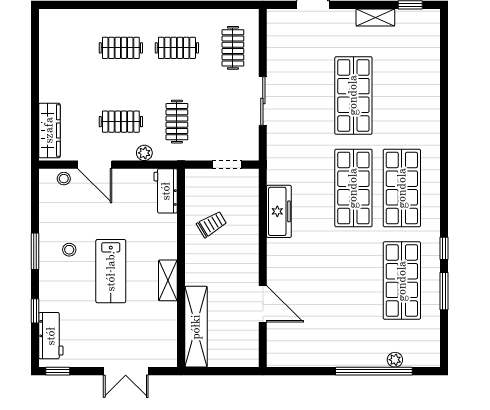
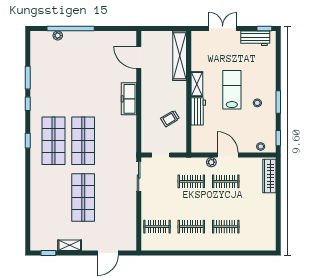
clothes rail: (233, 48) -> (157, 227), turned 90
sliding door: (263, 101) -> (139, 177), moved
clothes rail: (177, 122) -> (191, 181), turned 90
door: (95, 165) -> (228, 155), moved
window: (444, 188) -> (28, 141), added
workbench: (166, 191) -> (198, 111), moved
freezer: (279, 211) -> (129, 99), moved
shop shelf: (402, 281) -> (53, 84), removed
door: (263, 304) -> (139, 57), moved
window: (35, 311) -> (278, 138), moved
workbench: (51, 336) -> (255, 38), moved, turned -90

